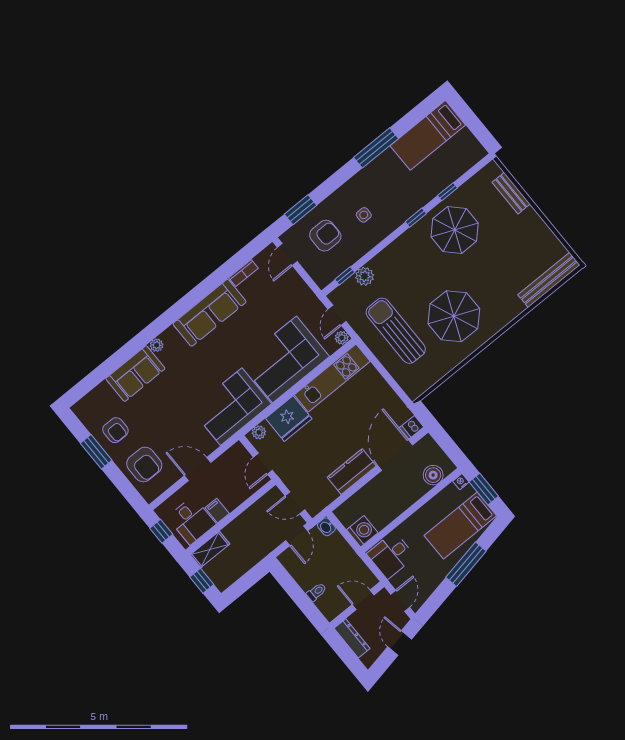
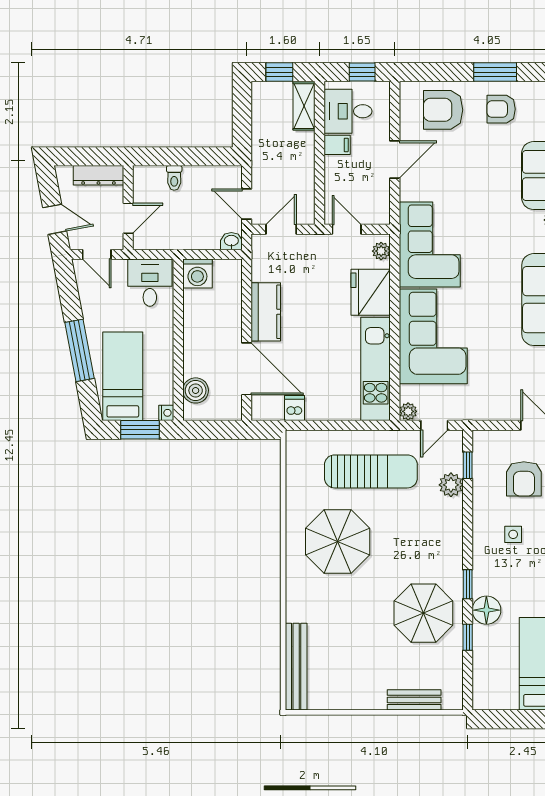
floor lamp: (422, 194) -> (486, 610), added
door: (337, 315) -> (434, 425), swing flipped
dishwasher: (412, 427) -> (295, 408), moved

